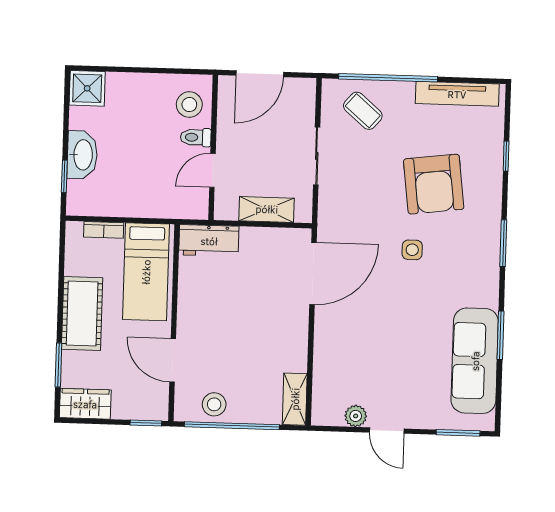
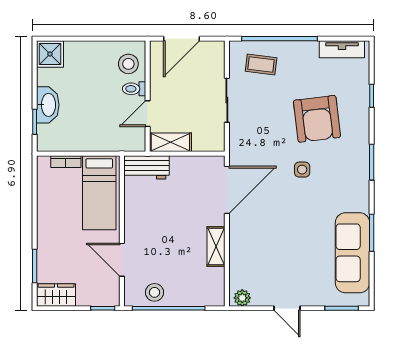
tv unit: (457, 94) -> (342, 49), width x0.71
coffee table: (363, 111) -> (261, 65), turned -34
shelving: (267, 209) -> (170, 142), moved
cot: (82, 314) -> (51, 226), removed
shelving: (295, 399) -> (216, 247), moved
plant: (356, 416) -> (242, 298), moved

